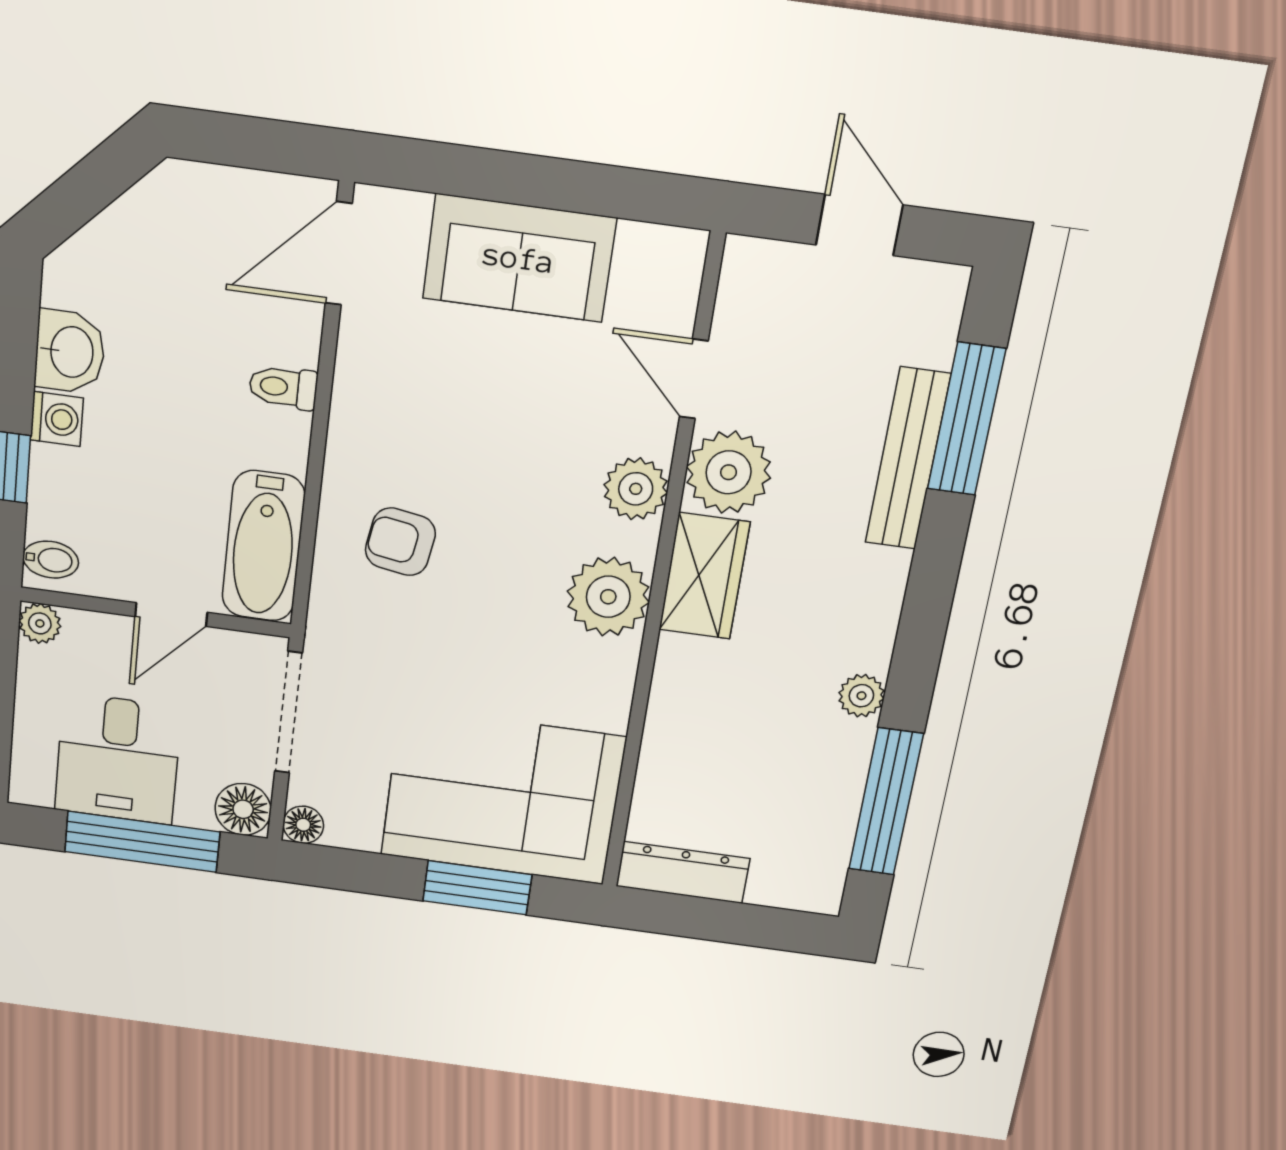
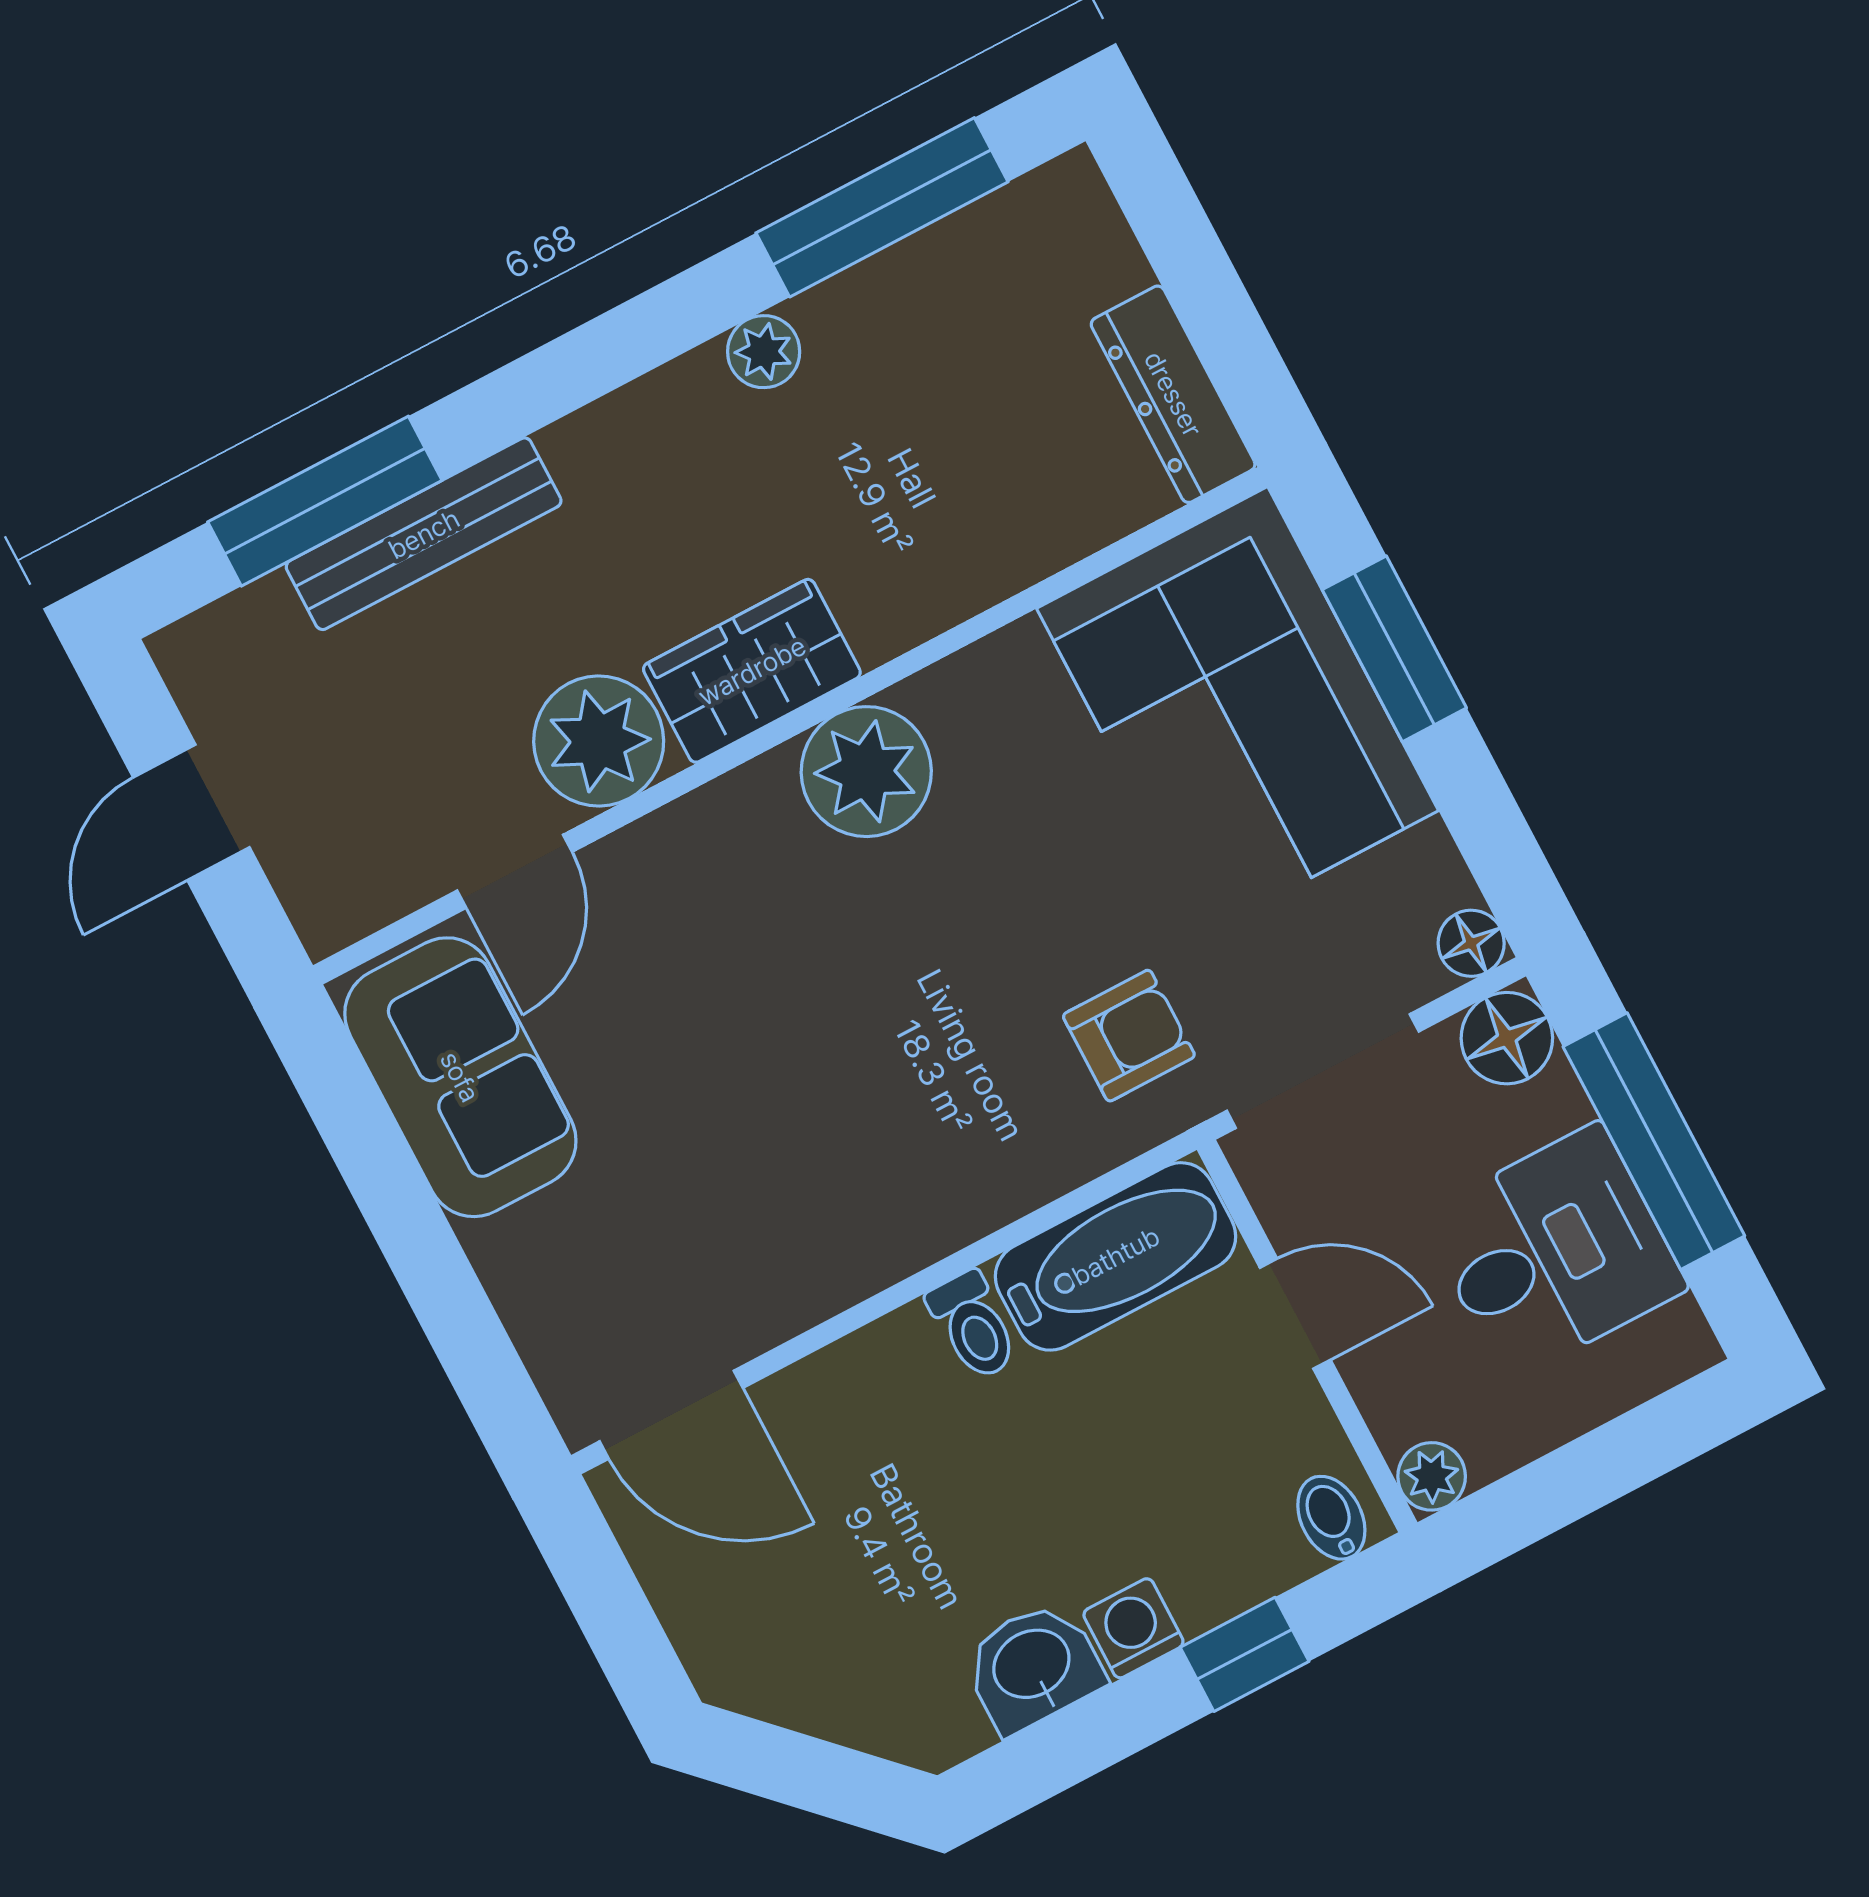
sofa: (519, 258) -> (460, 1077), moved
toilet: (283, 387) -> (973, 1326), moved
plant: (636, 489) -> (702, 840), removed
armchair: (400, 542) -> (1129, 1036), moved, turned -99

